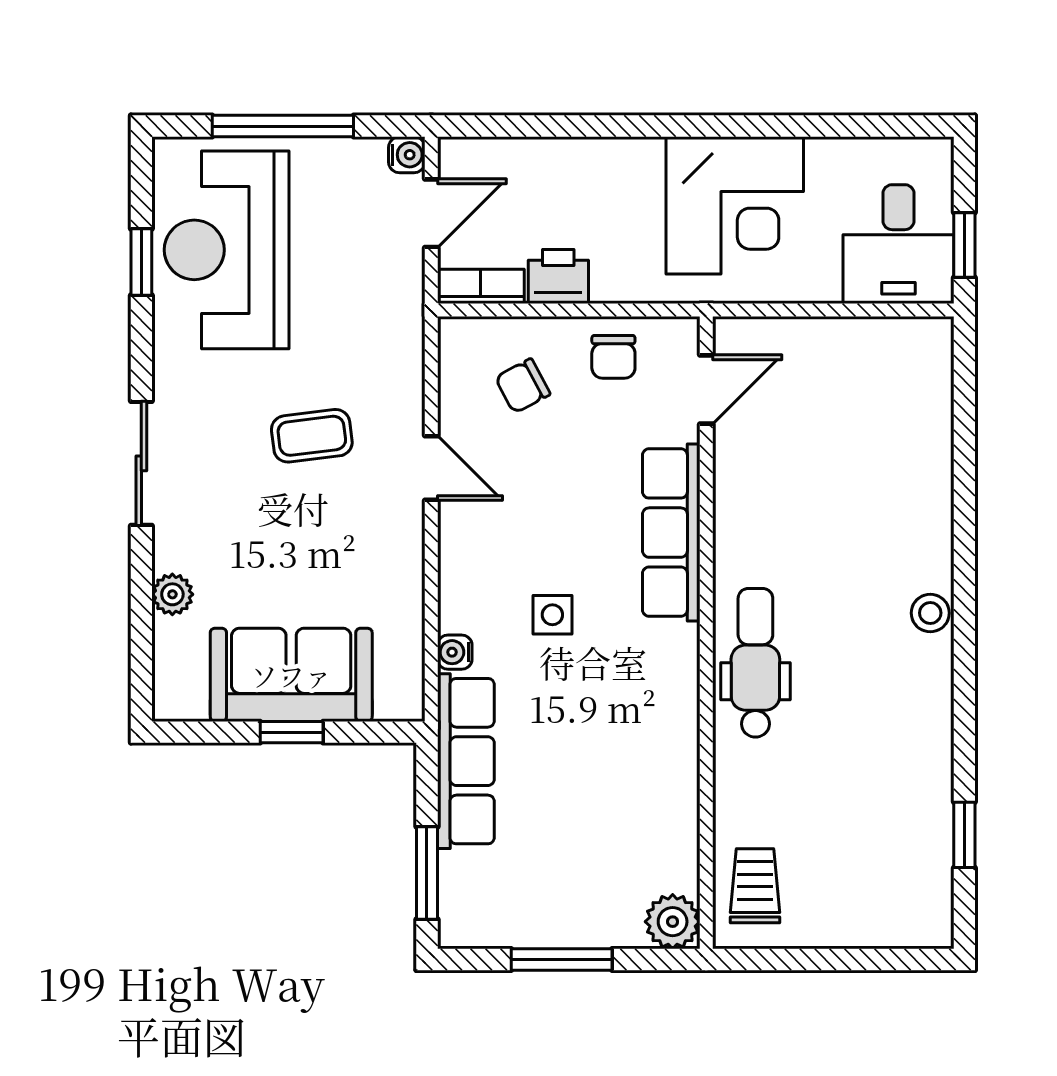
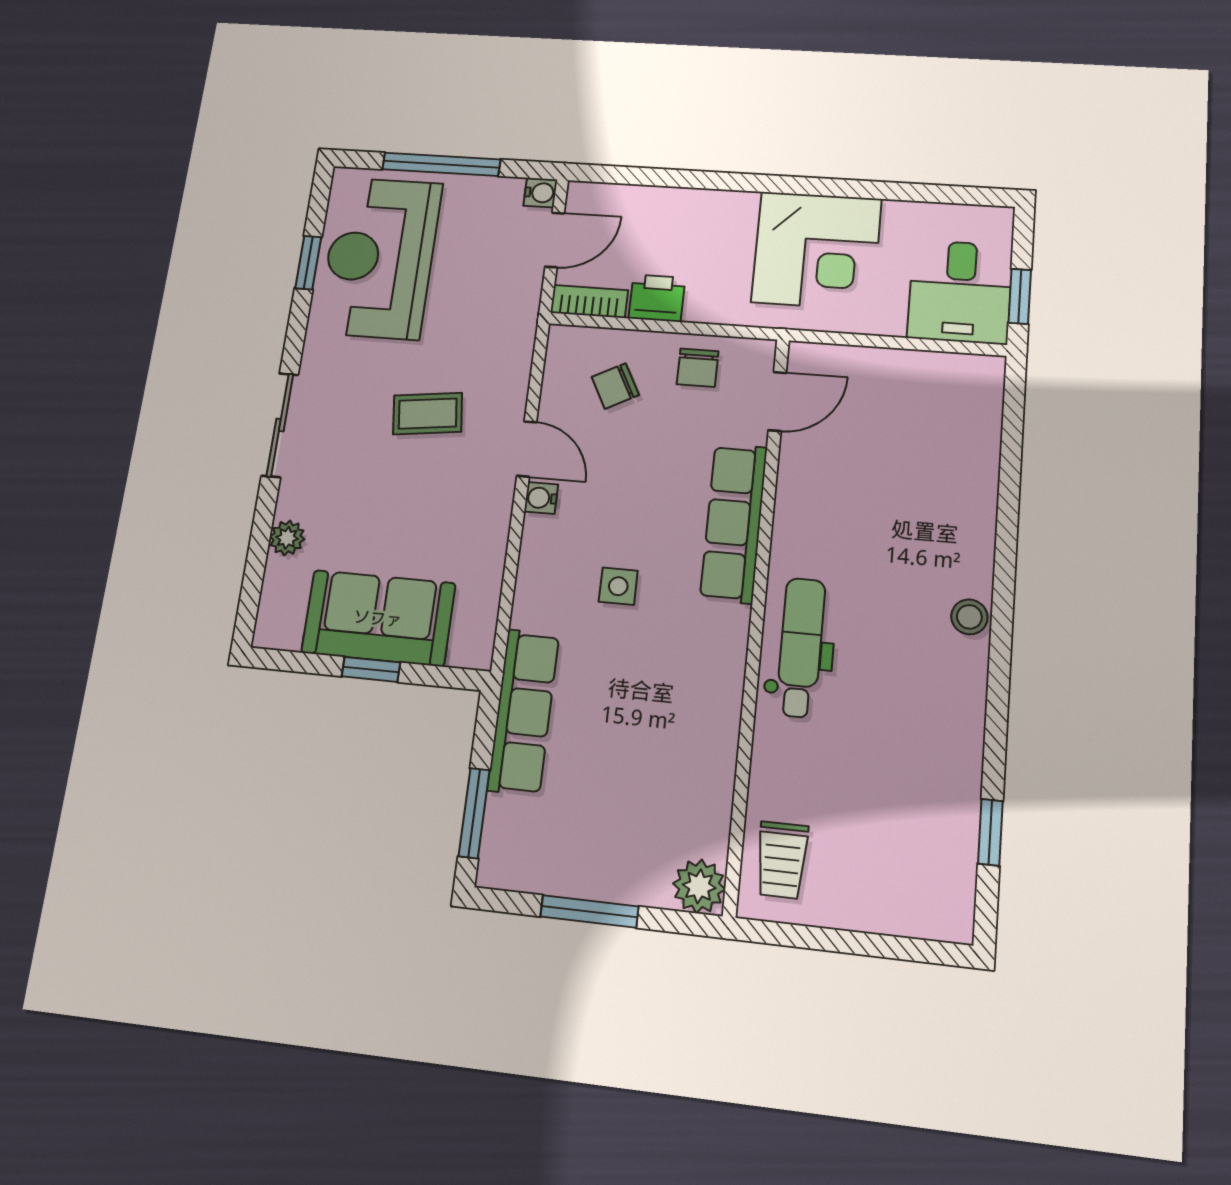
water cooler: (455, 652) -> (541, 498), moved
trolley: (755, 886) -> (782, 860), turned 180

